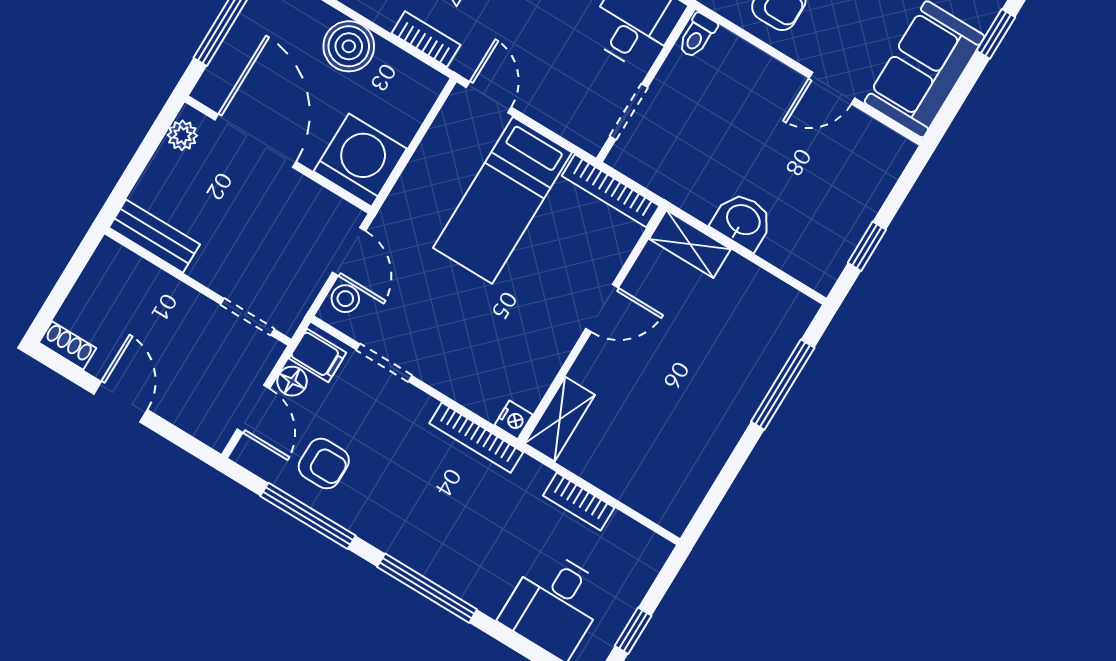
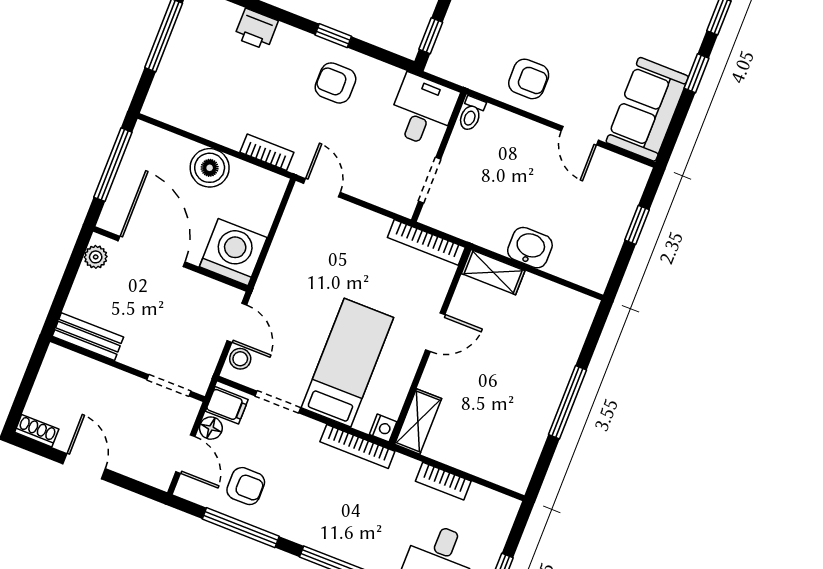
door: (832, 88) -> (580, 136), hinge flipped
bed: (503, 200) -> (347, 363), moved, turned 180
window: (867, 246) -> (637, 225), moved
window: (783, 385) -> (568, 402), moved

